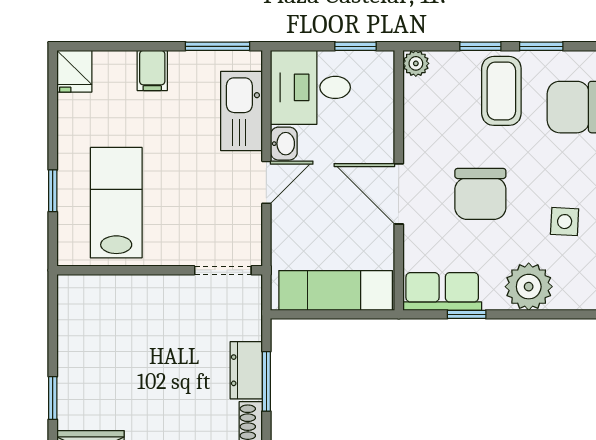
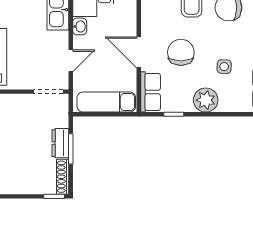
door: (266, 182) -> (71, 61), moved
chair: (480, 194) -> (181, 52), turned 180
row of seats: (442, 291) -> (151, 92), moved, turned 90

